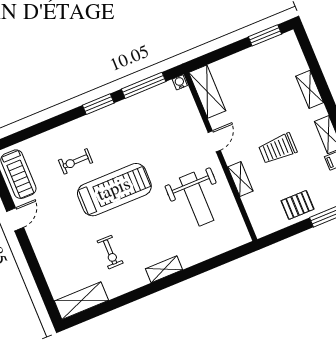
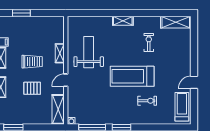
pallet: (298, 205) -> (32, 88), moved

